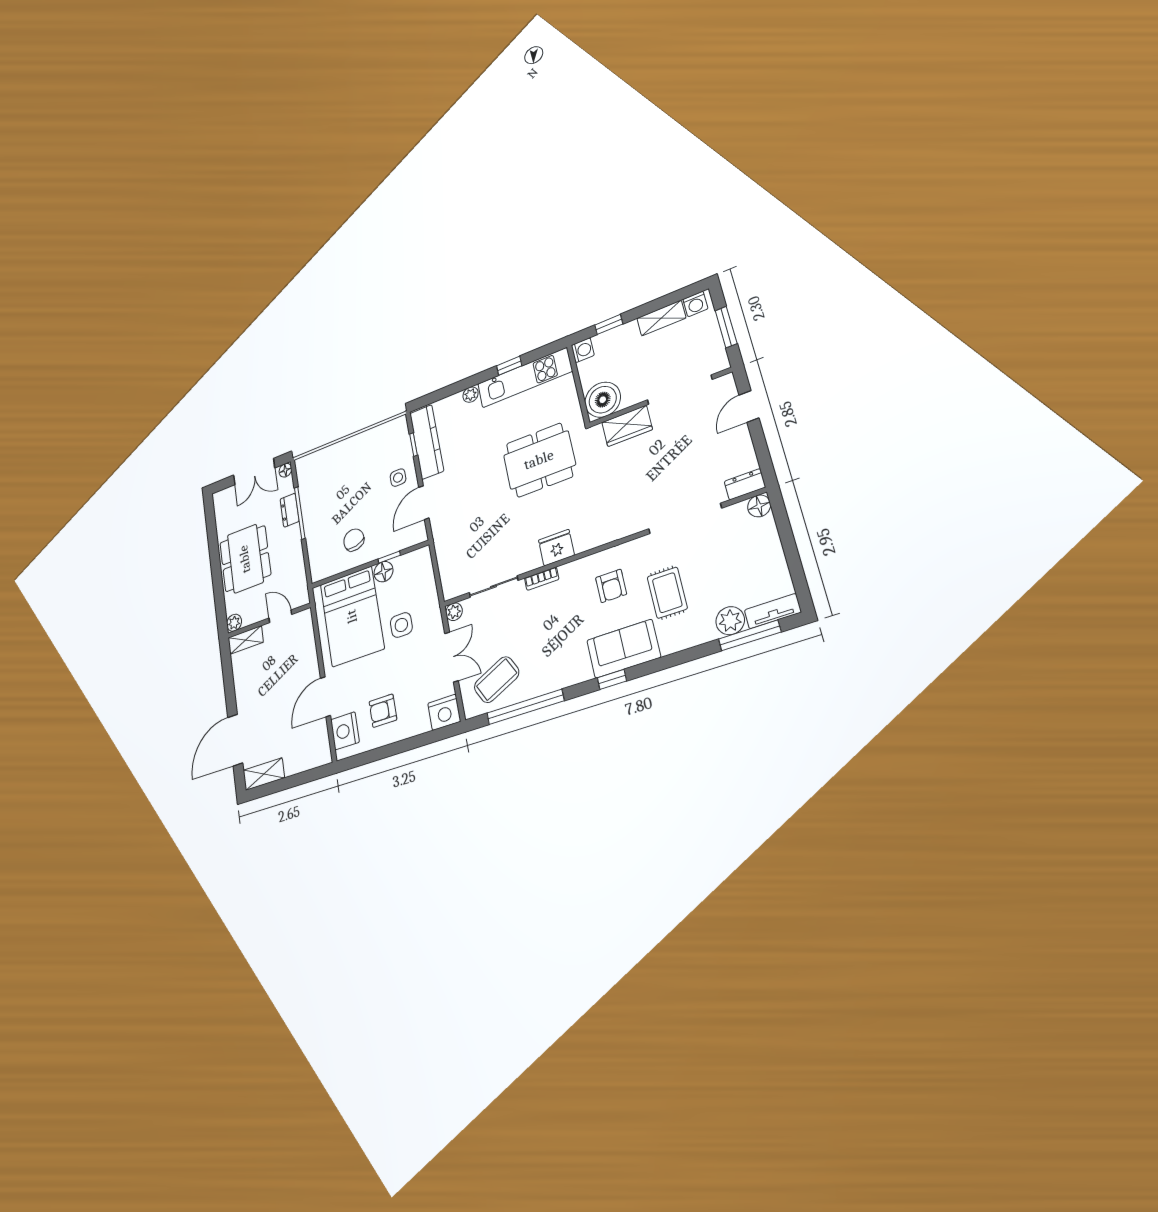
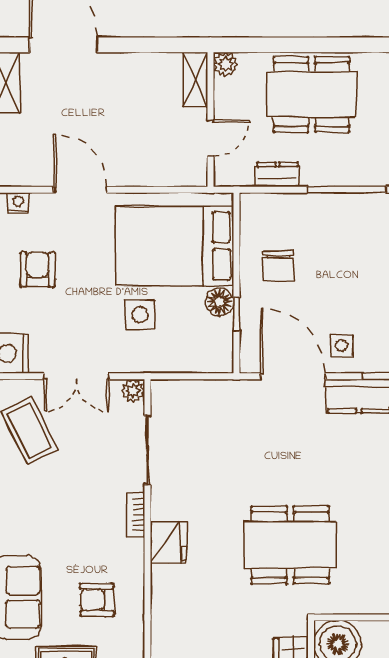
dining table: (539, 460) -> (290, 545), turned 90
door: (424, 503) -> (293, 376), width x1.36
dresser: (290, 510) -> (277, 175), moved
chair: (354, 540) -> (279, 266), turned 104
nightstand: (345, 731) -> (18, 203), width x0.53, depth x0.56

